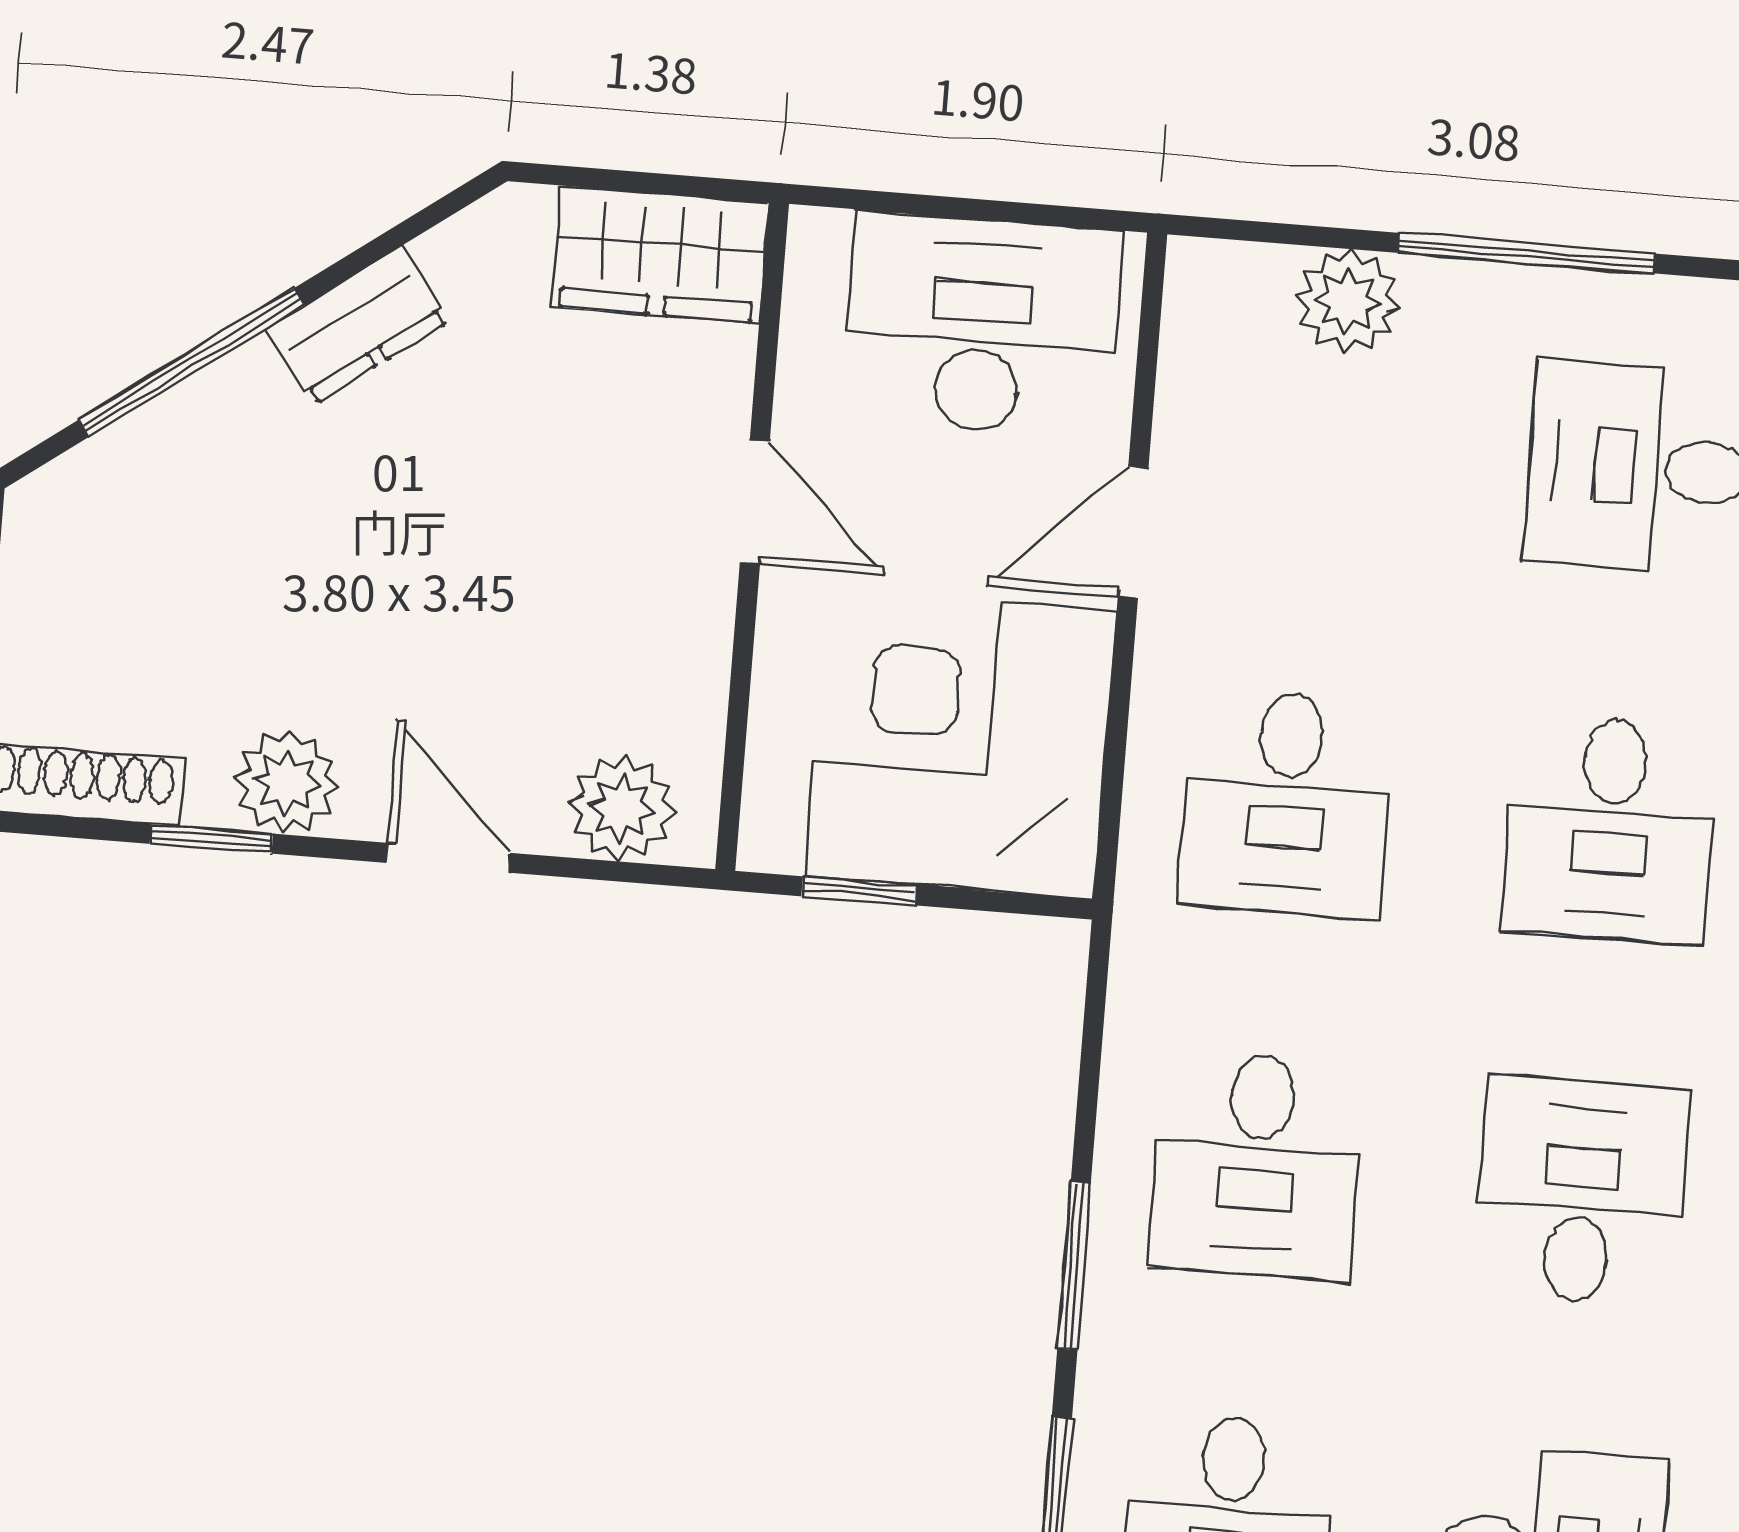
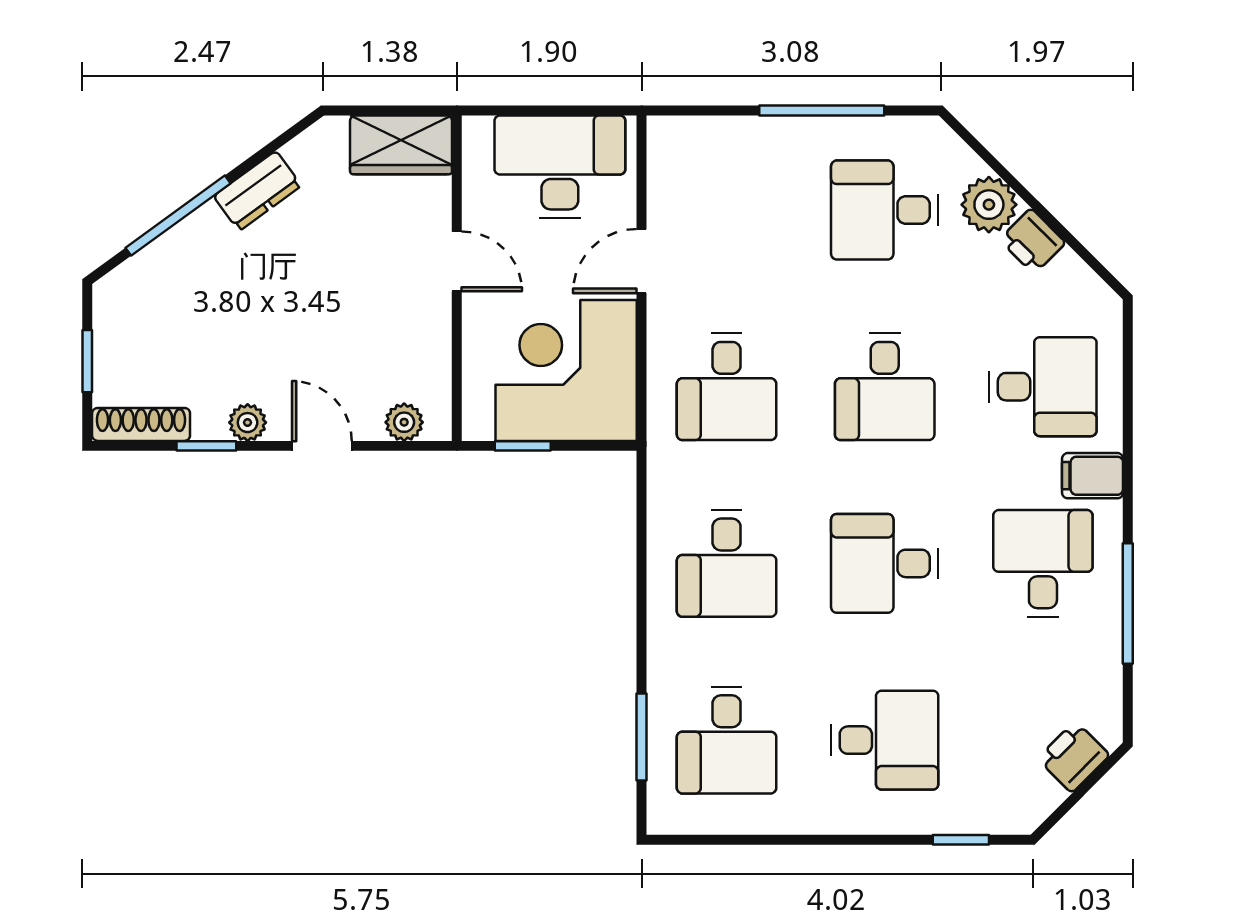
plant: (1348, 301) -> (737, 141), removed
plant: (287, 782) -> (248, 423), width x0.73, depth x0.73
plant: (621, 808) -> (404, 422), width x0.73, depth x0.73
desk: (1581, 1191) -> (885, 563), turned -90
window: (1074, 1266) -> (642, 620), removed

